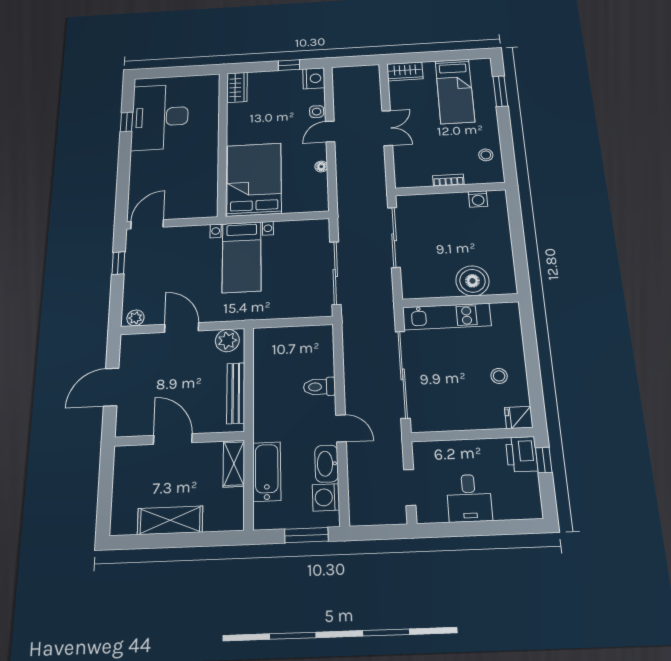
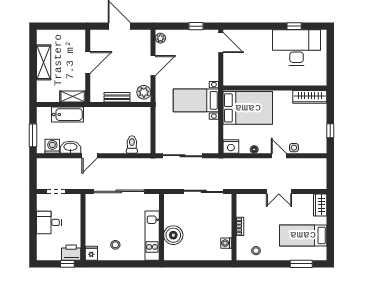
nightstand: (314, 78) -> (231, 146), moved
wardrobe: (237, 87) -> (310, 97), width x1.50
kitchen unit: (447, 317) -> (152, 236), moved
toilet: (319, 387) -> (132, 144), moved
bench: (236, 393) -> (117, 97), width x0.73

